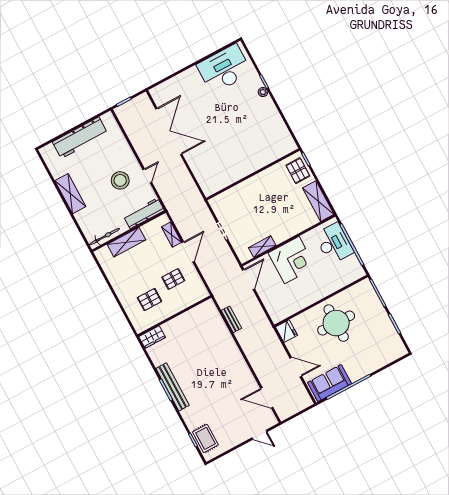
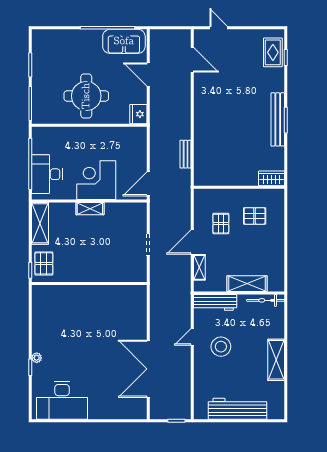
shelving: (262, 247) -> (90, 209), moved
pallet: (173, 279) -> (221, 224), turned 90

